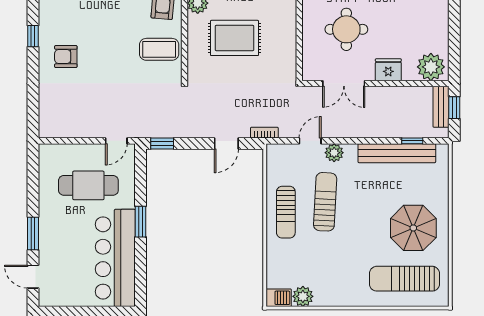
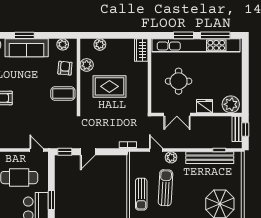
door: (116, 141) -> (36, 150), swing flipped
door: (310, 141) -> (156, 150), hinge flipped
door: (226, 144) -> (88, 152), moved

